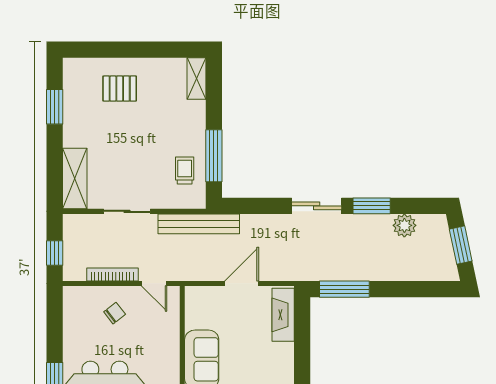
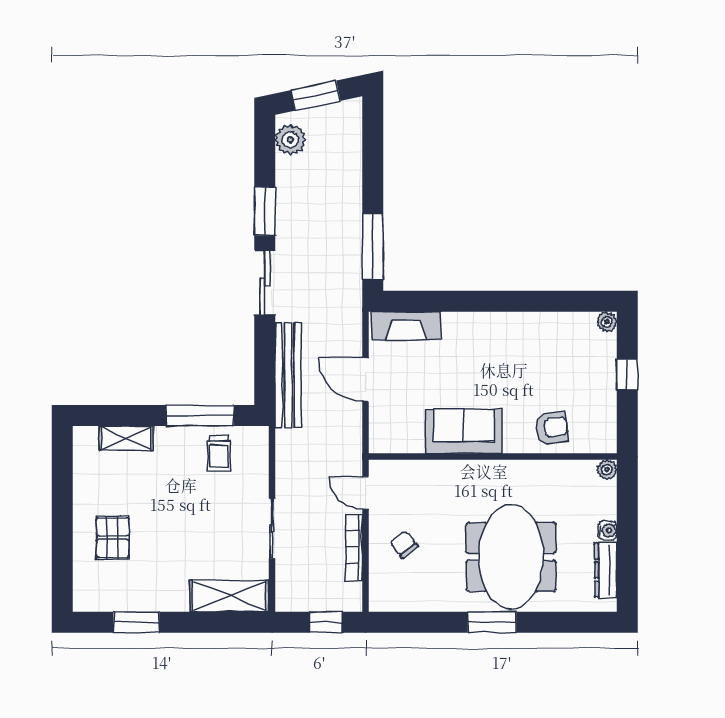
shelving: (197, 78) -> (126, 438), moved
trolley: (185, 170) -> (219, 454), turned -90
bench: (199, 224) -> (288, 375), moved
plant: (404, 225) -> (290, 140), moved
door: (154, 283) -> (365, 493), swing flipped

